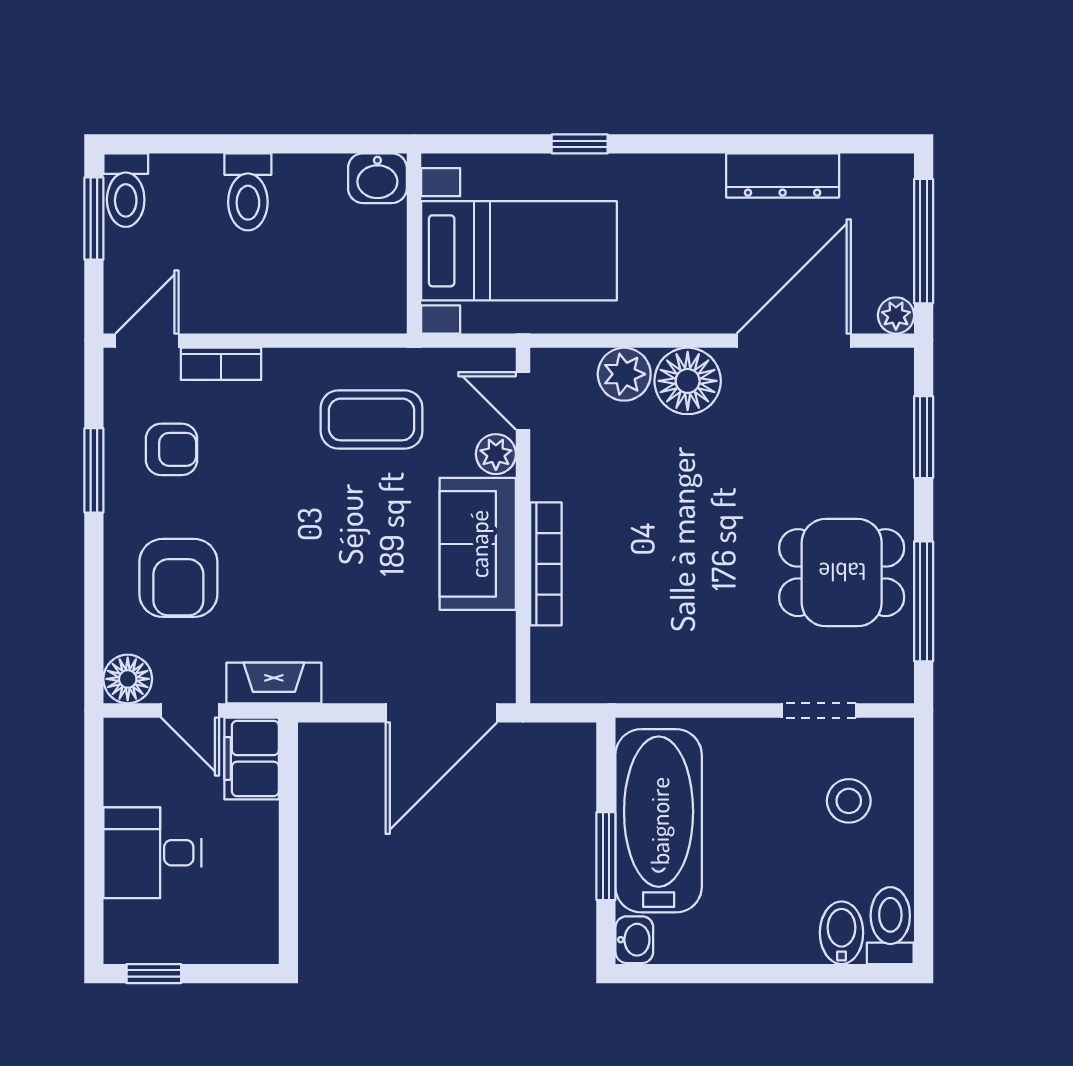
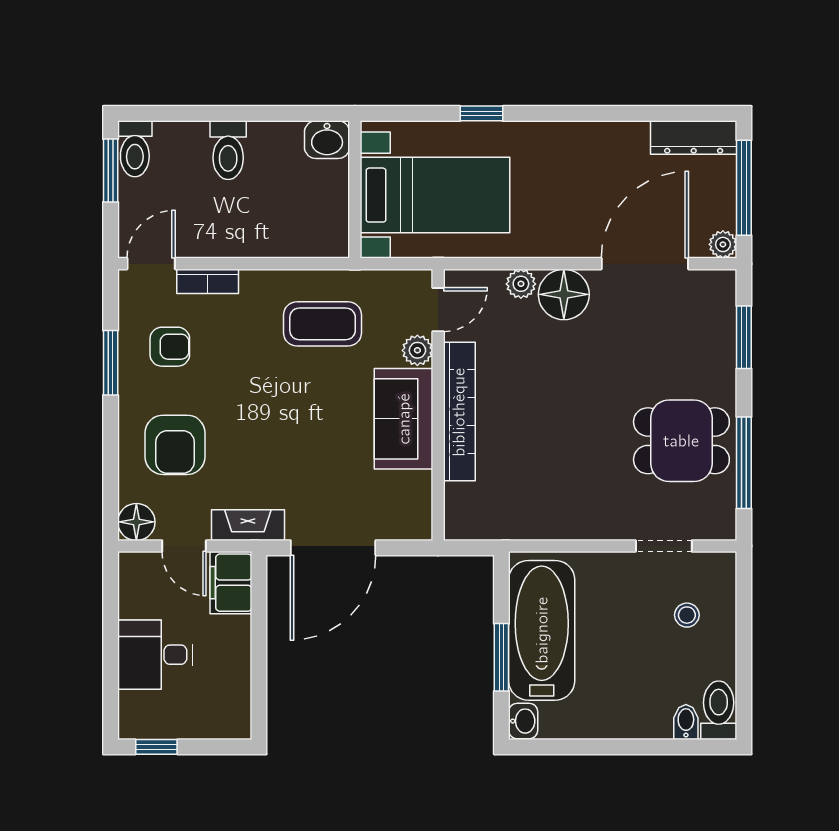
dresser: (783, 175) -> (694, 138), moved
plant: (624, 374) -> (521, 284), width x0.73, depth x0.73
door: (523, 401) -> (438, 310), swing flipped
bookcase: (546, 564) -> (459, 412), width x1.48, depth x1.31
door: (441, 713) -> (333, 548), moved
stool: (849, 801) -> (687, 615), width x0.73, depth x0.73
bidet: (842, 933) -> (686, 722), width x0.72, depth x0.74

